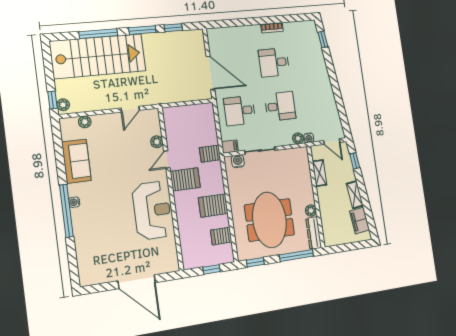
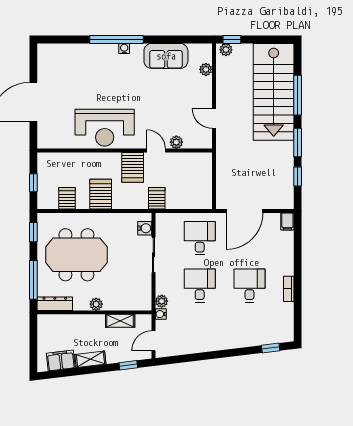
desk: (280, 106) -> (200, 286), turned 180
filing cabinet: (230, 147) -> (287, 222), moved
plant: (311, 211) -> (96, 304), moved

